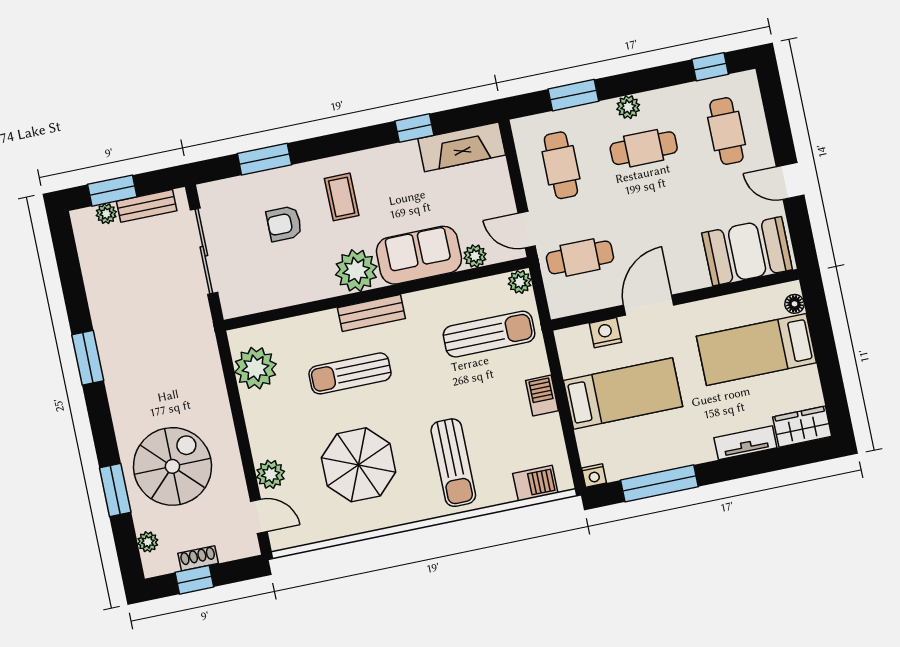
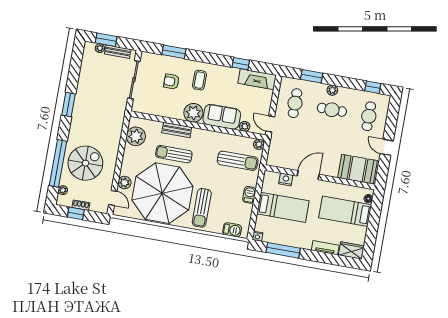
cafe table: (580, 257) -> (288, 144), removed
bench: (371, 313) -> (177, 130), moved
parasol: (359, 465) -> (162, 193), width x1.86, depth x1.86
window: (115, 490) -> (58, 163), width x2.11

